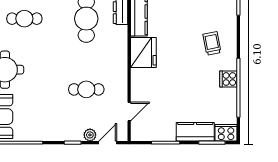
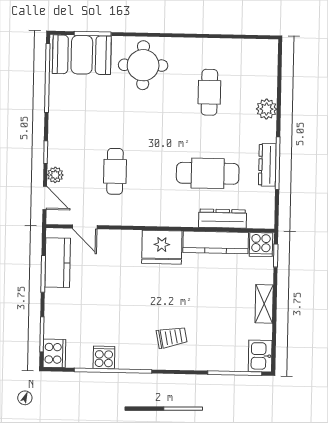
cooker: (228, 79) -> (104, 357), moved
kitchen counter: (195, 132) -> (58, 263), moved

